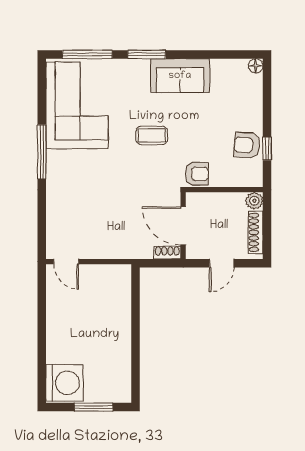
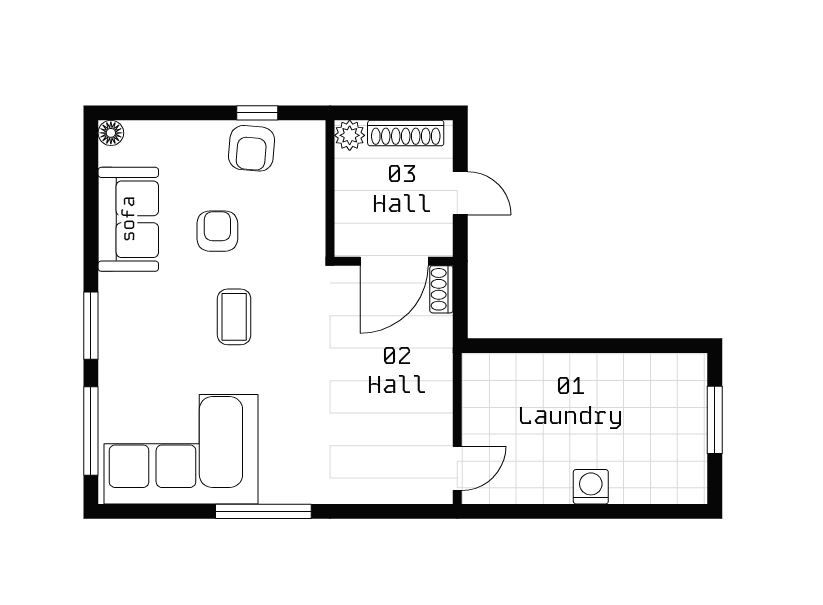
sofa: (180, 76) -> (128, 219), moved
armchair: (197, 174) -> (217, 231), moved
washing machine: (64, 383) -> (591, 487), moved, width x0.53, depth x0.53

